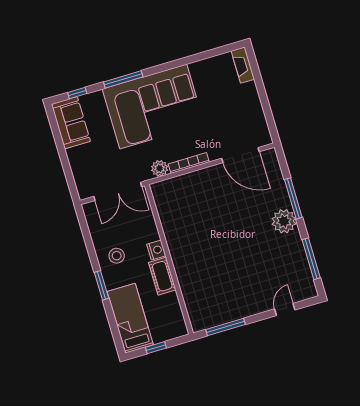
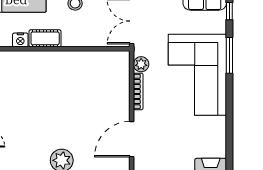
nightstand: (156, 250) -> (20, 40), moved

